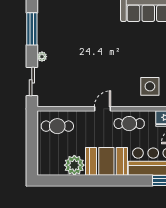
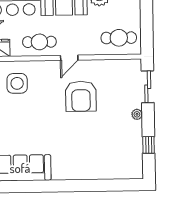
window: (32, 29) -> (149, 145), width x0.46
armchair: (92, 74) -> (81, 96), added

